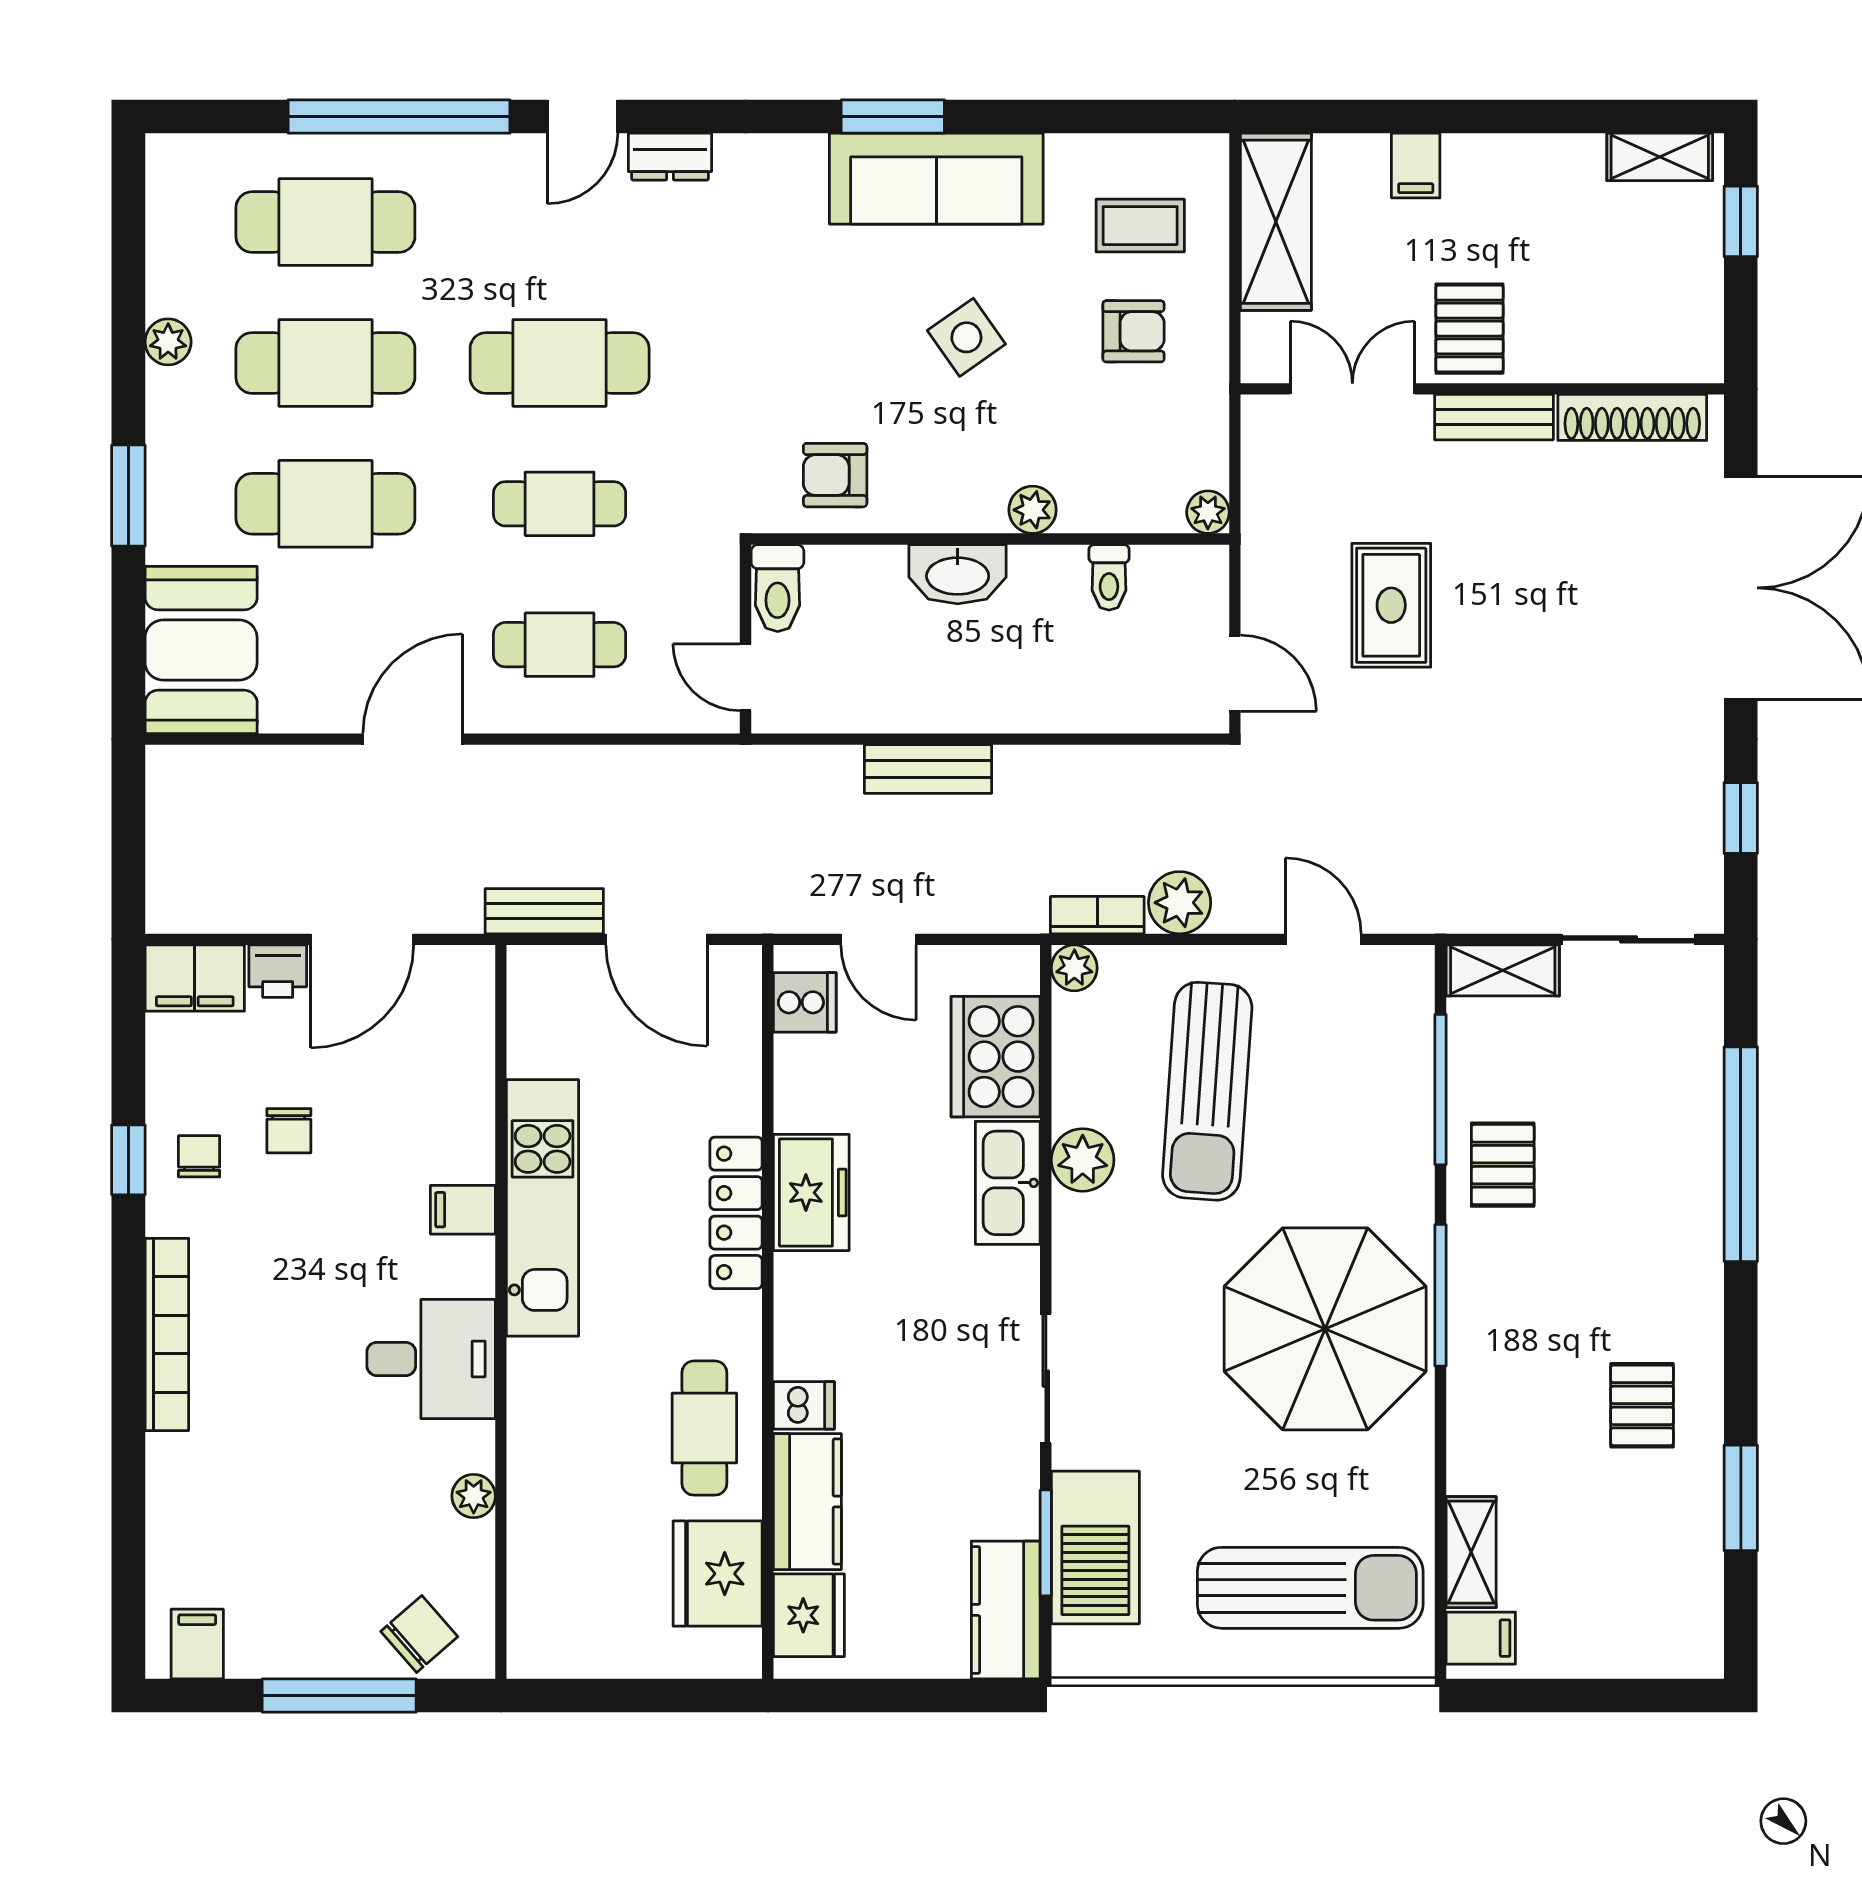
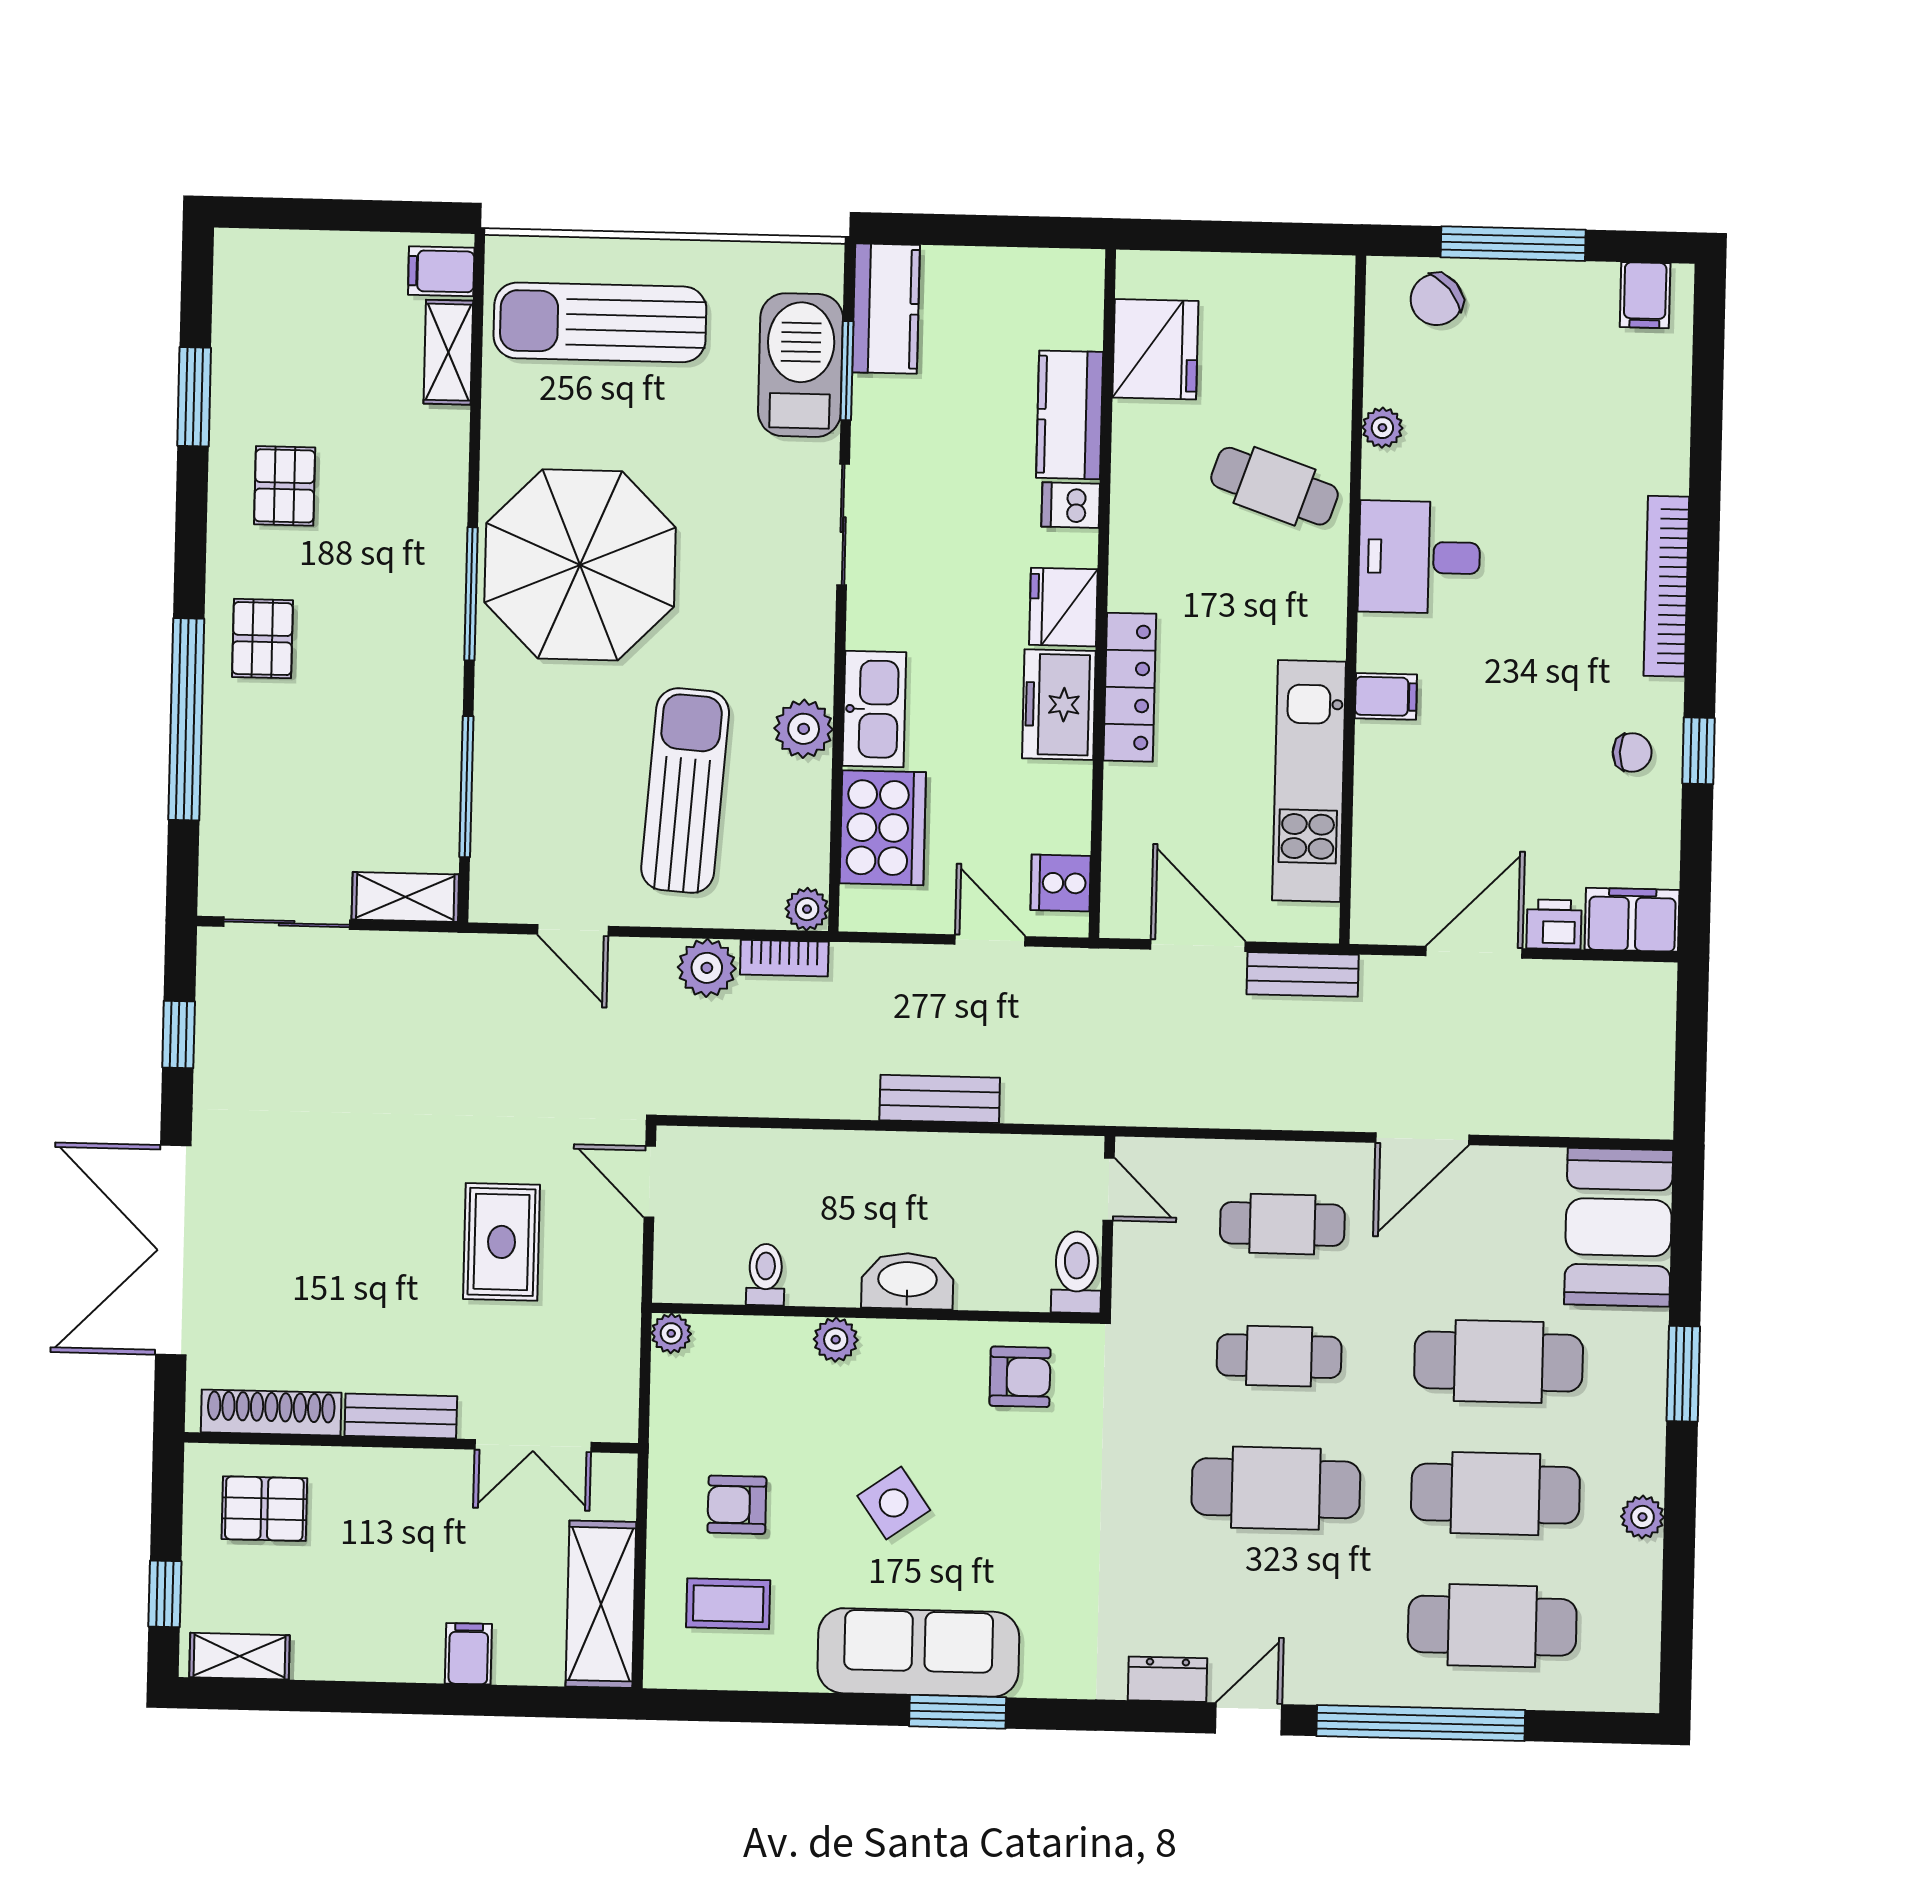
pallet: (1469, 329) -> (264, 1509), moved, turned 90
chair: (289, 1131) -> (1547, 774), removed
chair: (199, 1156) -> (1632, 752), turned -90
pallet: (1503, 1165) -> (262, 639), moved
kitchen unit: (543, 1208) -> (1309, 781), moved
cafe table: (704, 1428) -> (1274, 486), moved, turned -71
fridge: (809, 1615) -> (1063, 607), moved

